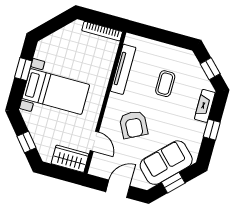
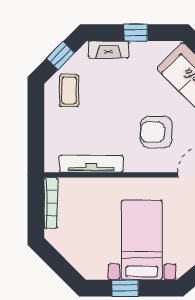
coffee table: (165, 84) -> (69, 90), moved, turned 90
armchair: (133, 124) -> (156, 132), turned -153

